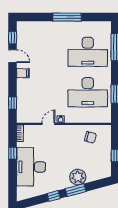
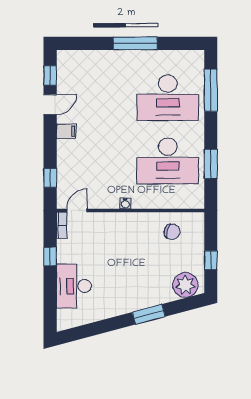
door: (13, 56) -> (50, 105), hinge flipped
door: (49, 124) -> (77, 210), moved
desk: (31, 167) -> (74, 286), width x0.73, depth x0.77
plant: (78, 177) -> (185, 285), moved
window: (54, 196) -> (114, 323), removed

